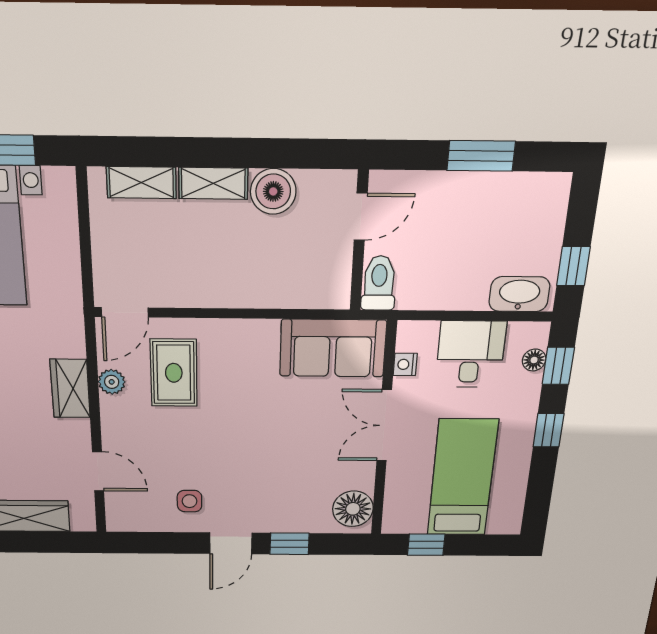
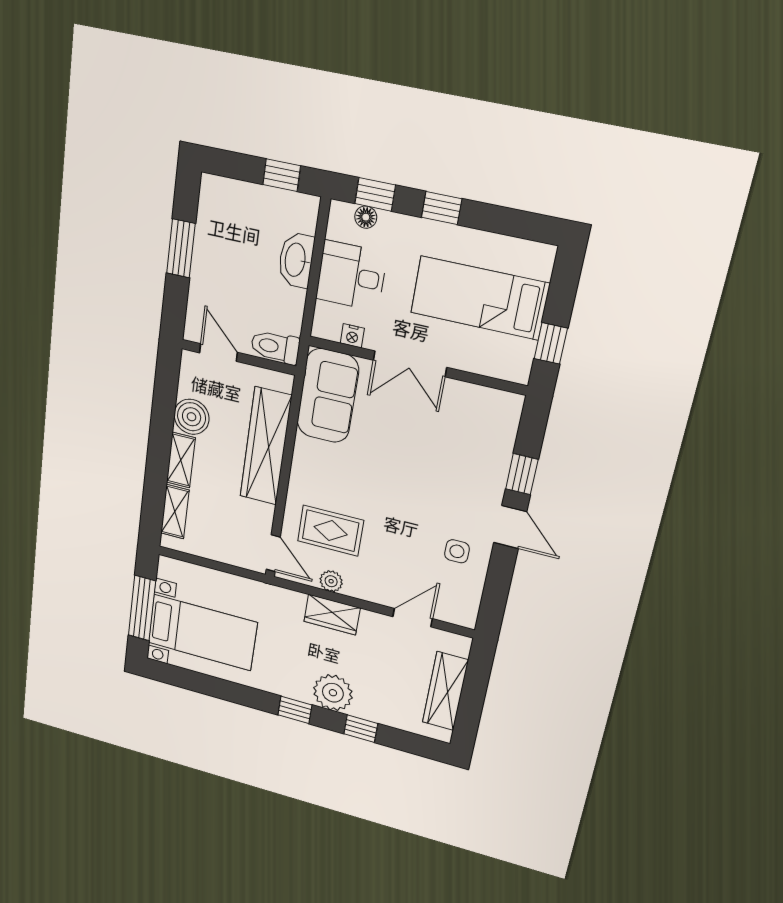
wardrobe: (257, 287) -> (266, 446), added
washbasin: (519, 294) -> (296, 260), moved
floor lamp: (353, 509) -> (494, 408), removed

